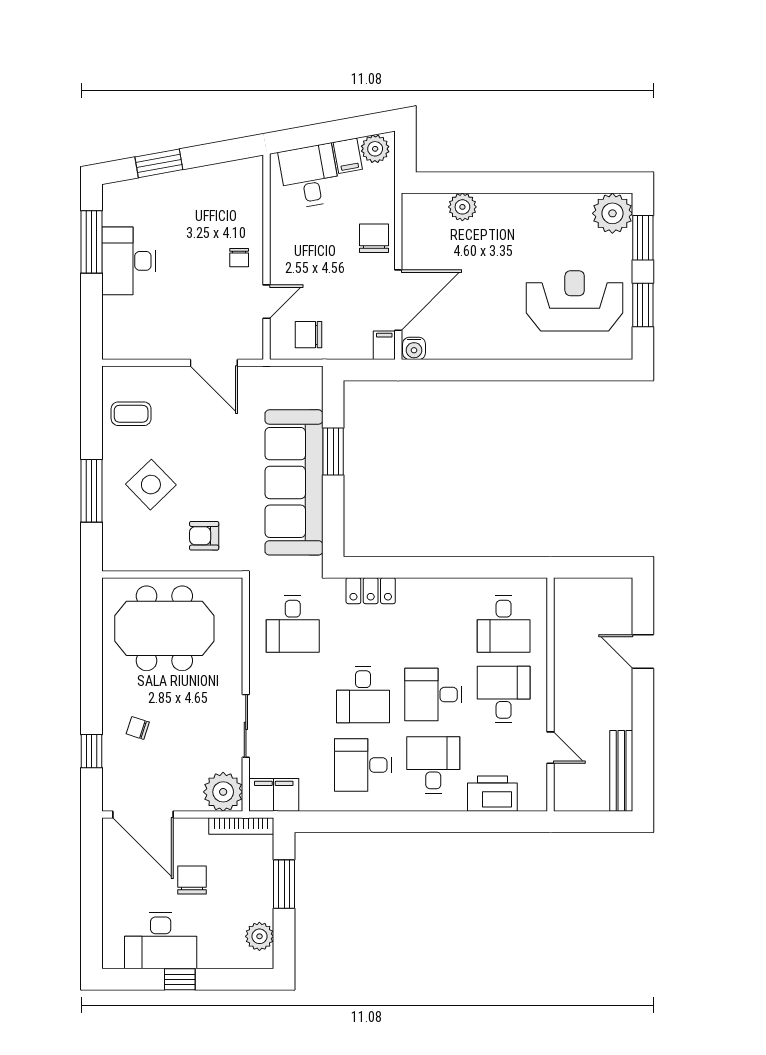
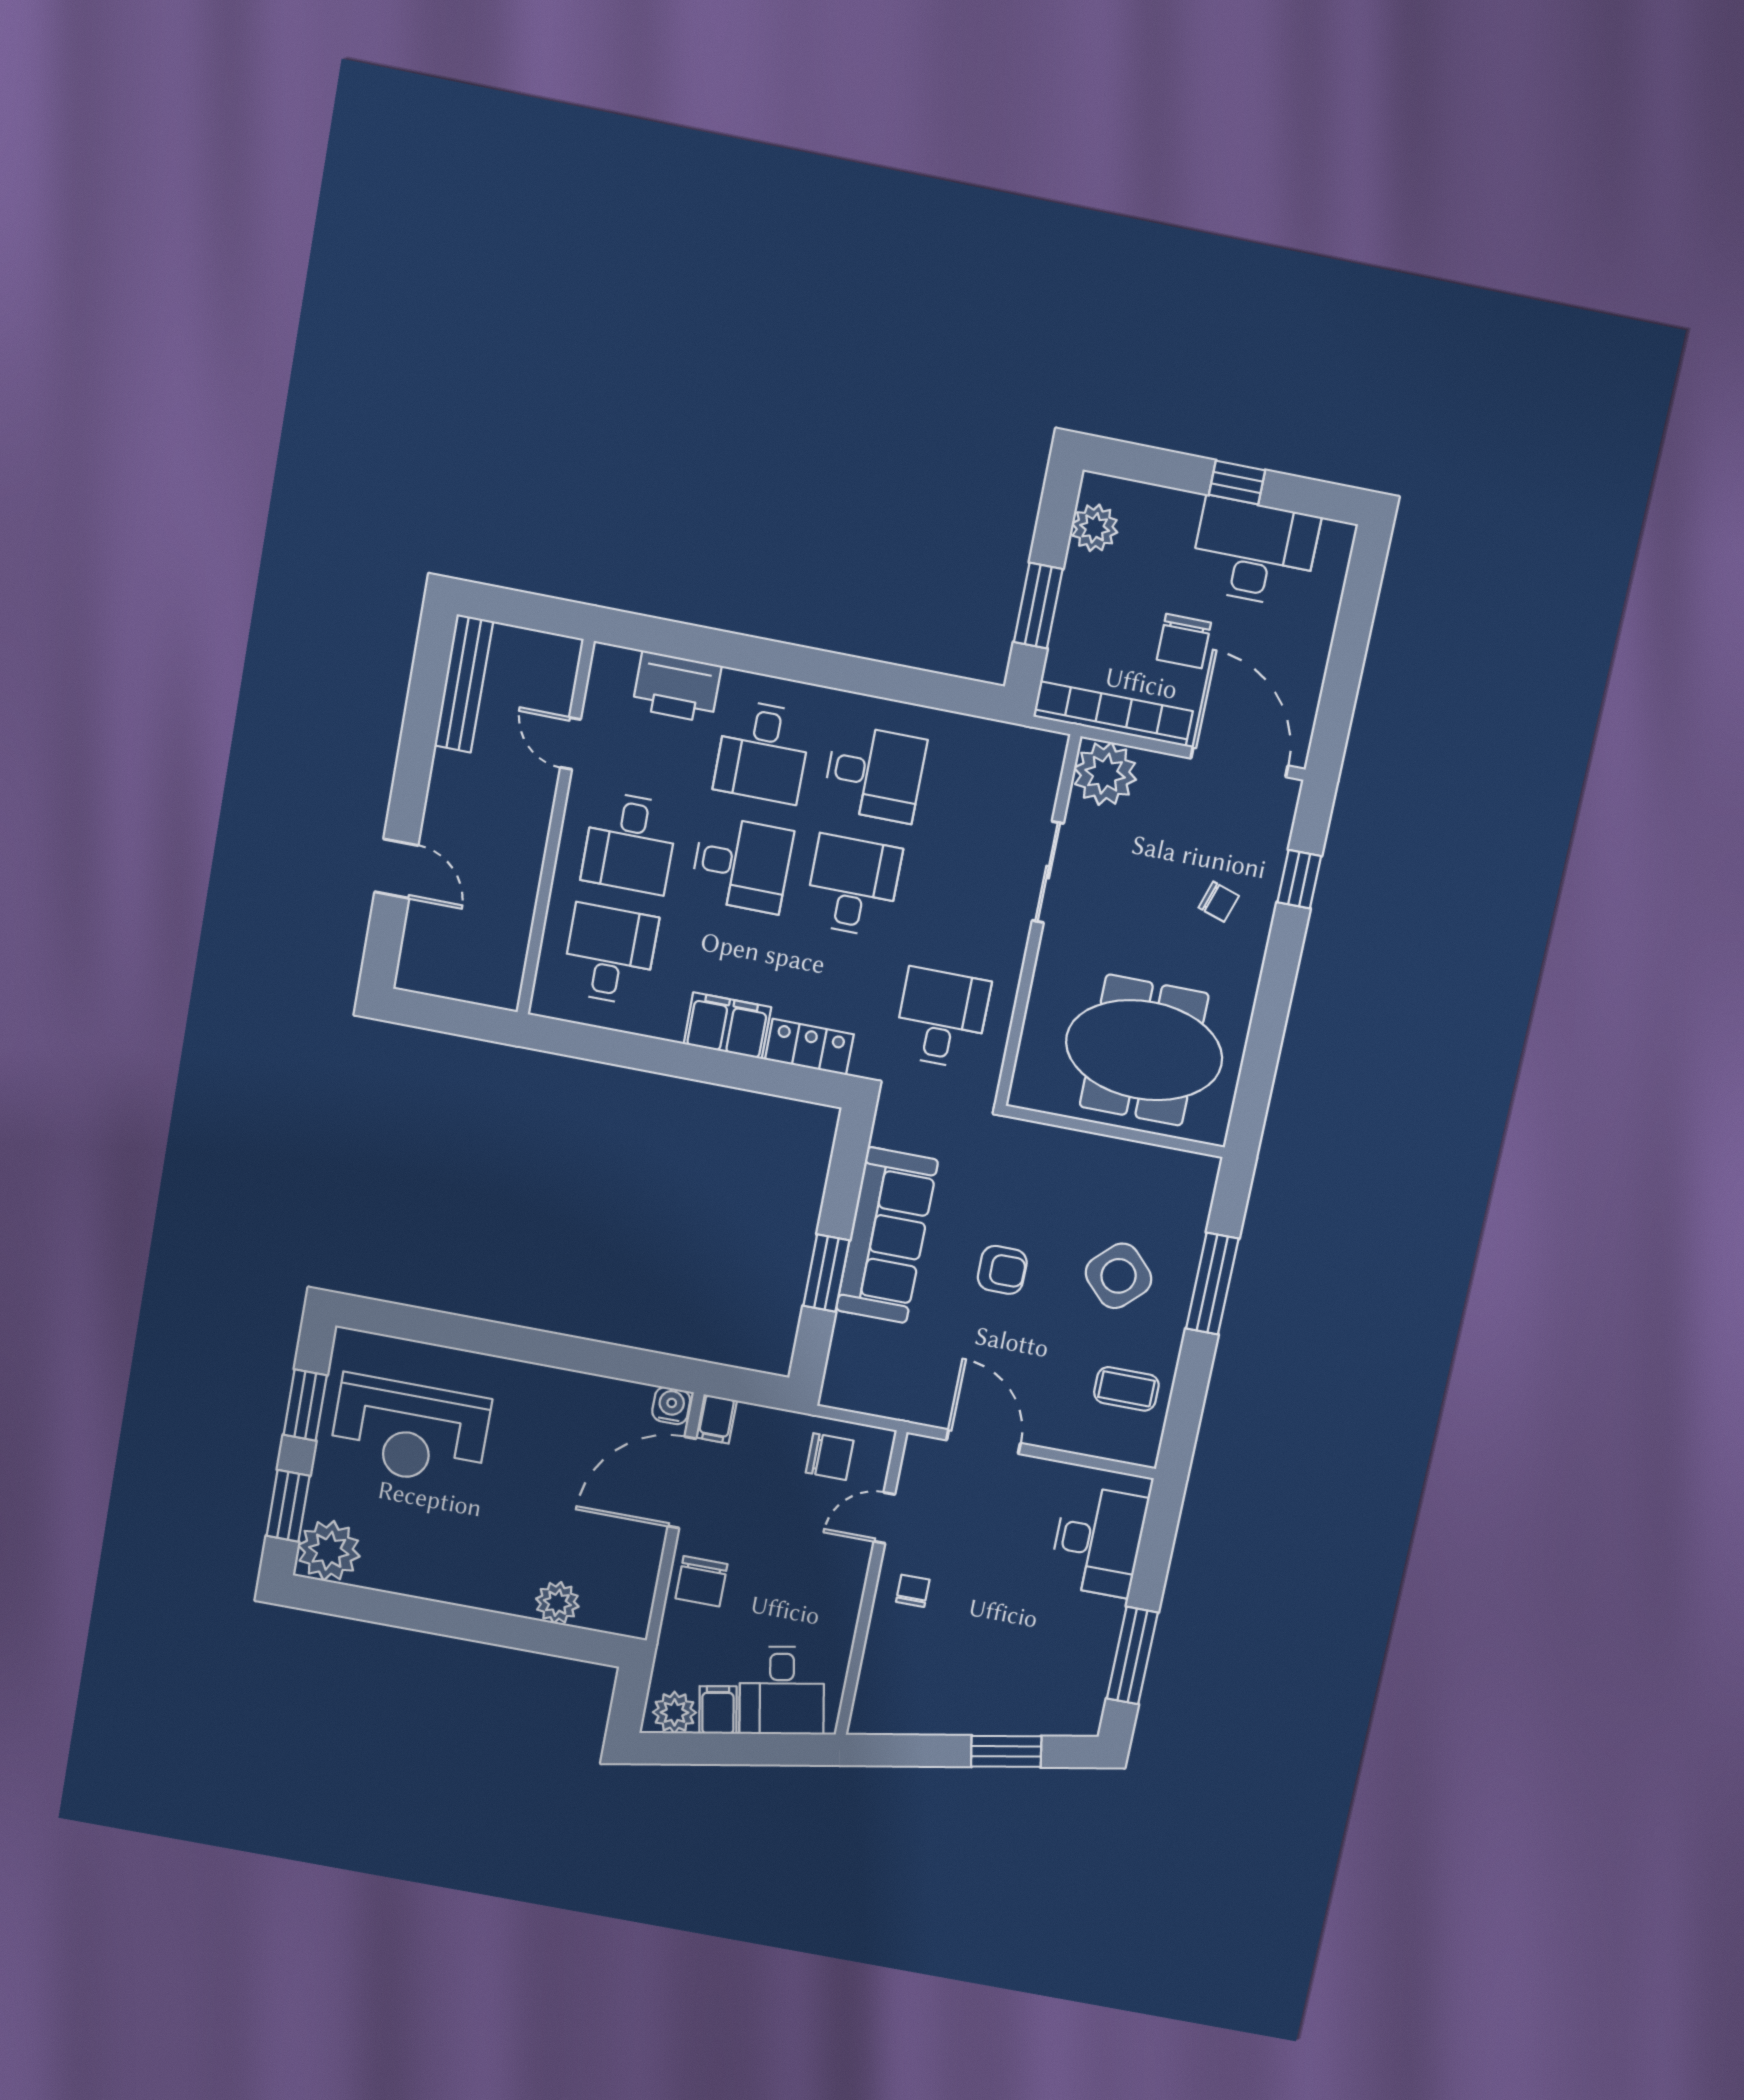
desk: (128, 261) -> (1098, 1541), moved
sofa: (294, 482) -> (887, 1235), width x0.74, depth x0.79
armchair: (204, 536) -> (1002, 1270), moved
filing cabinet: (274, 795) -> (727, 1026), moved, turned 180
bookcase: (241, 826) -> (1113, 714), width x1.48, depth x1.31

